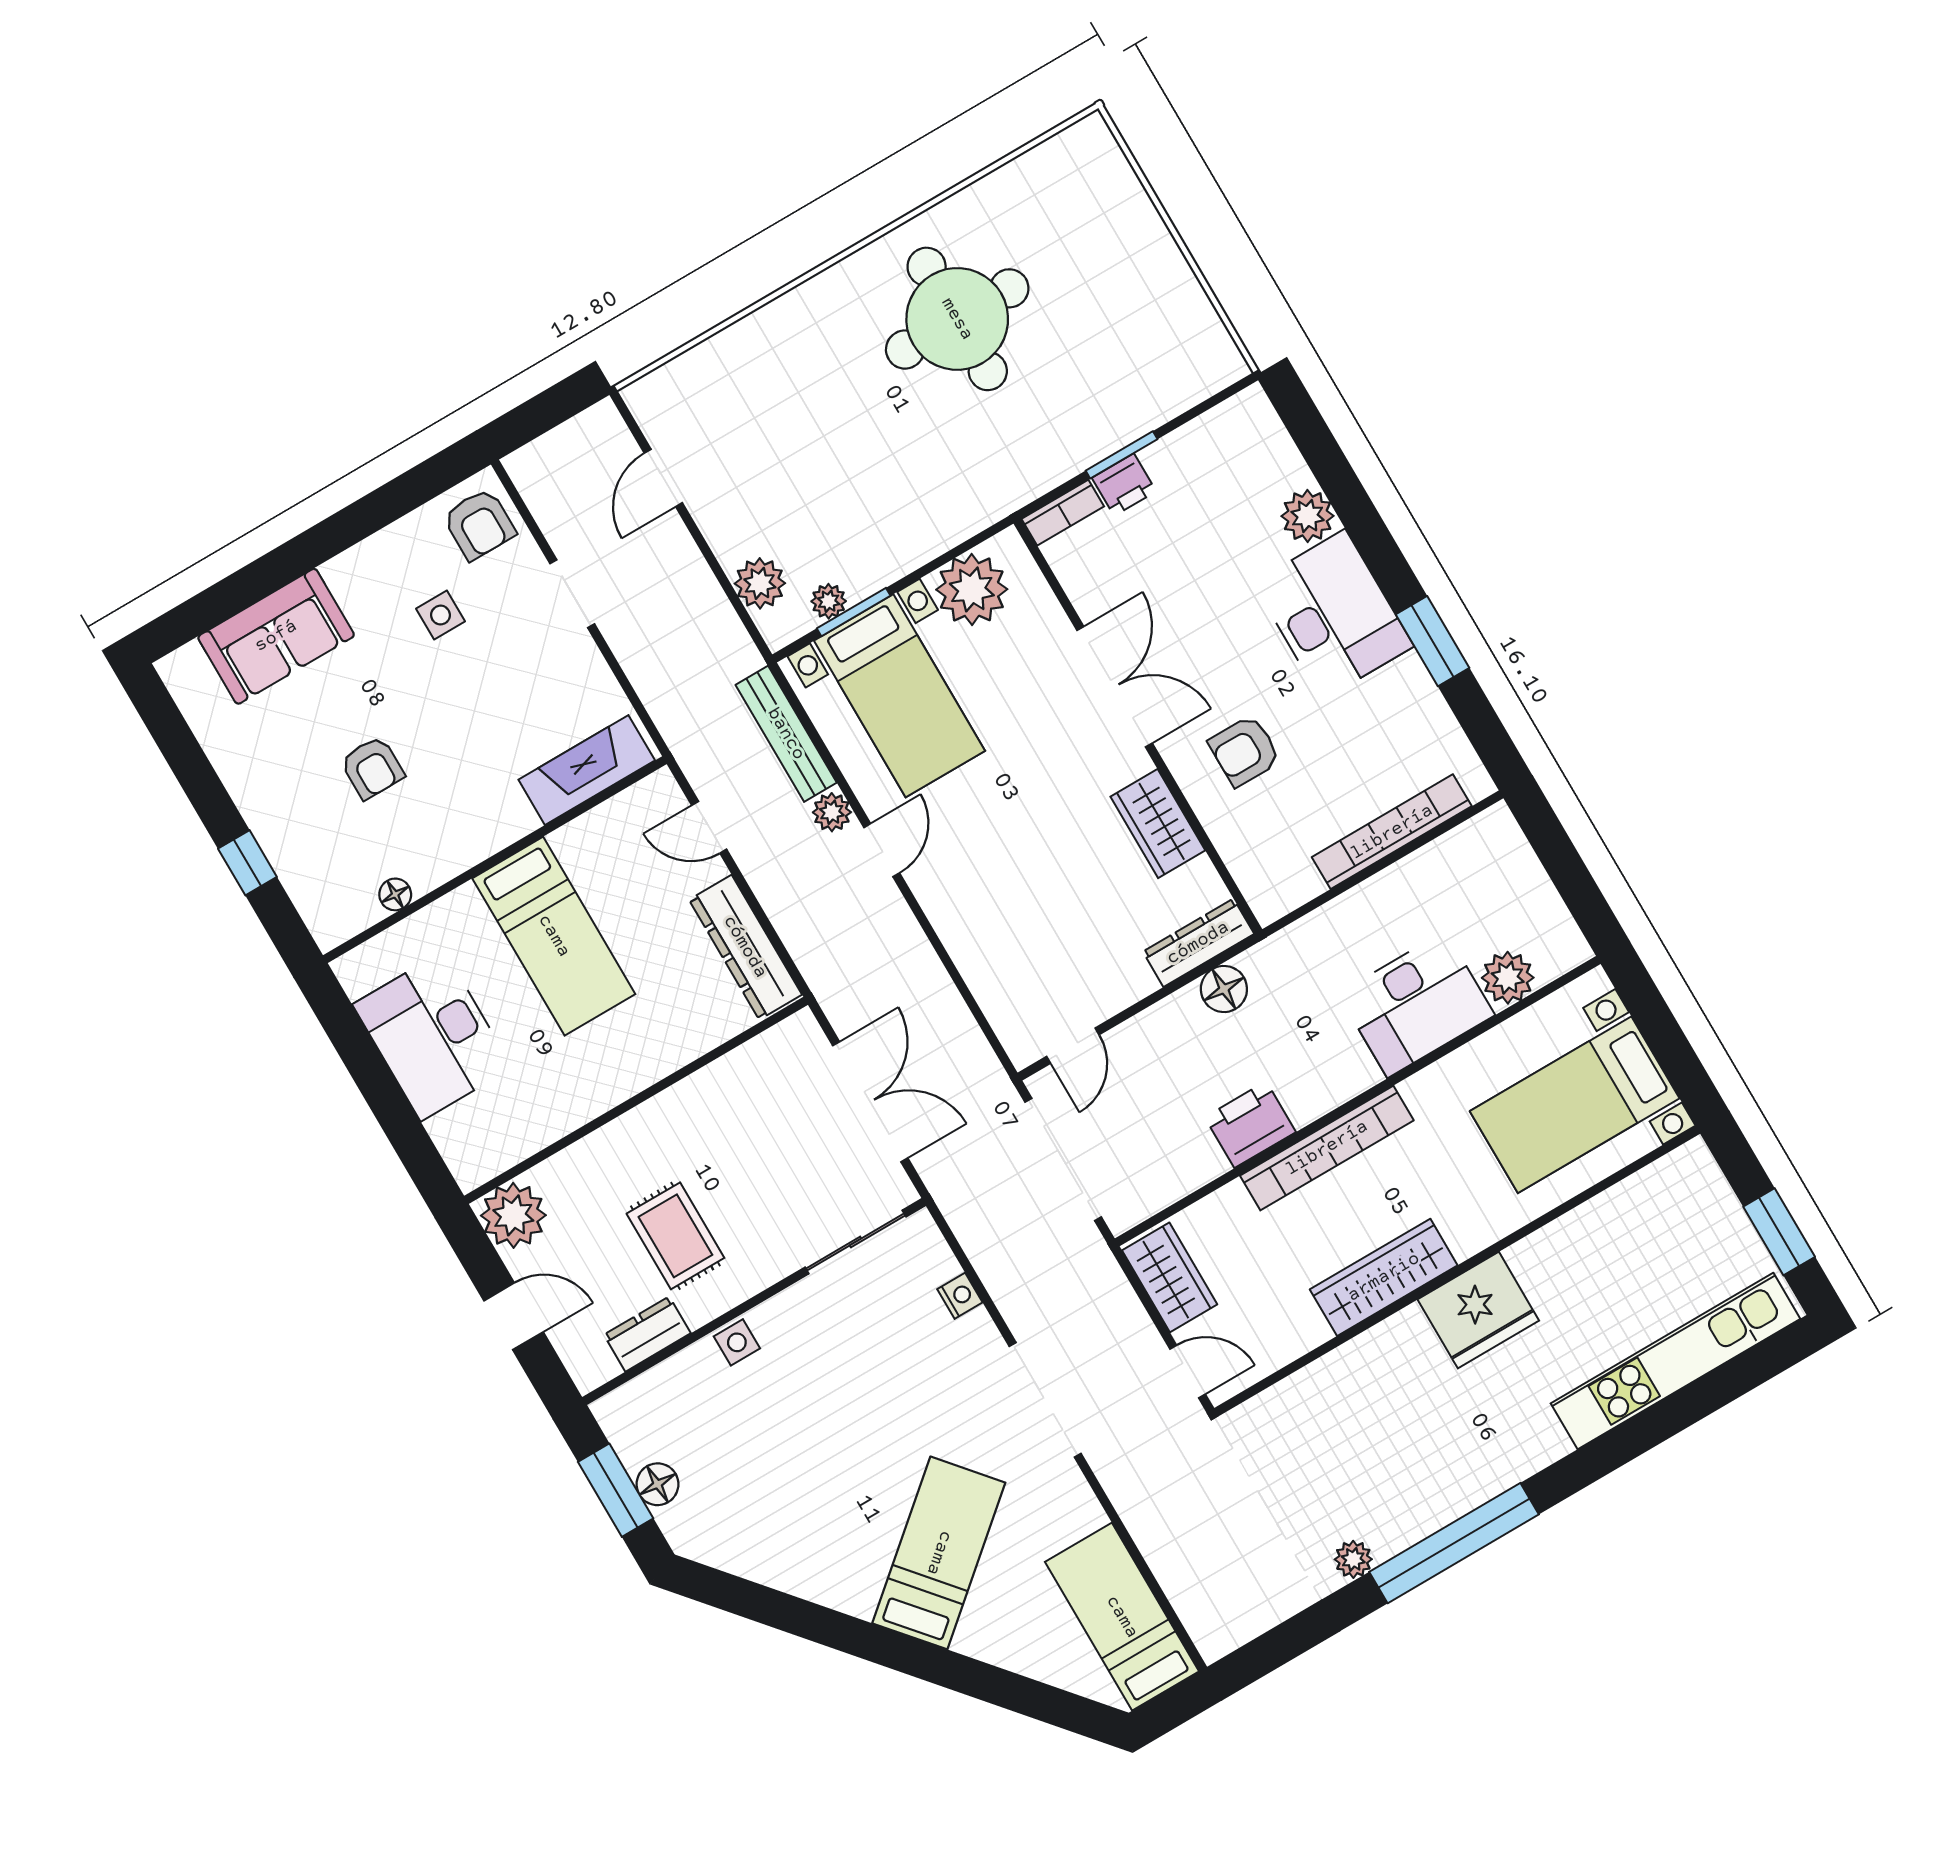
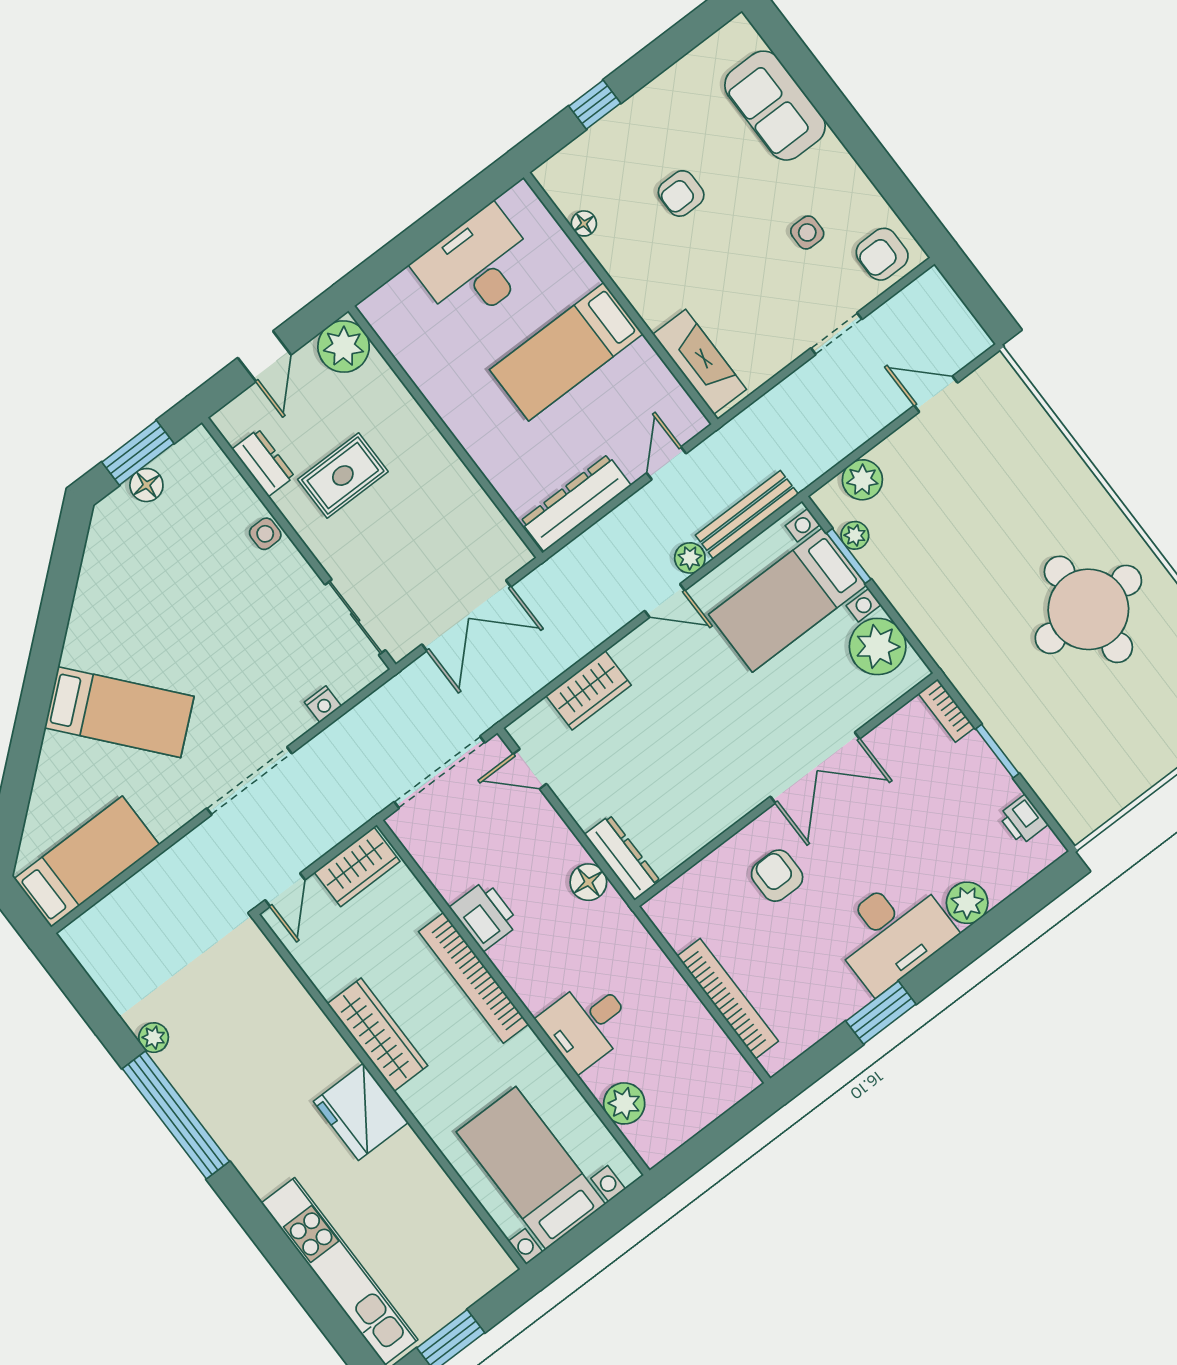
printer: (1124, 485) -> (1023, 820), moved
wardrobe: (1158, 824) -> (589, 690), moved, turned 180
desk: (1417, 1004) -> (586, 1024), width x0.73

